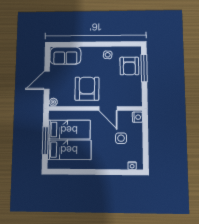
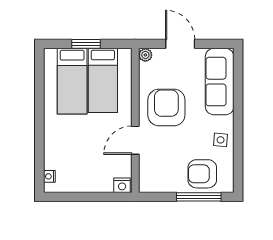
sofa: (65, 56) -> (220, 82), width x1.36
armchair: (87, 89) -> (166, 107), turned -90
side table: (121, 138) -> (90, 160), removed
window: (45, 140) -> (86, 44), width x0.69

